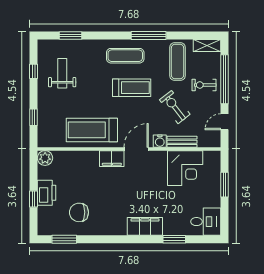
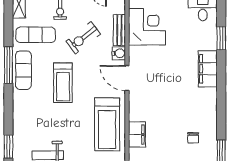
exercise mat: (125, 56) -> (23, 70), moved
treadmill: (132, 88) -> (63, 83), turned 180
filing cabinet: (112, 159) -> (137, 135), moved
chair: (79, 212) -> (193, 138), width x0.54, depth x0.54

